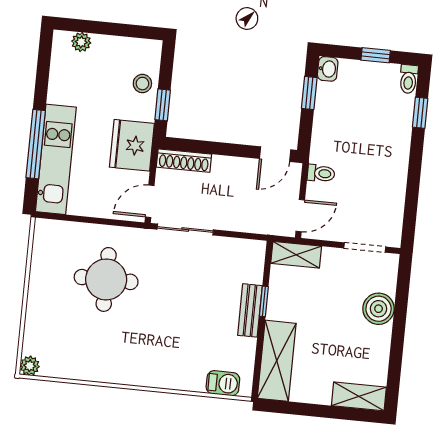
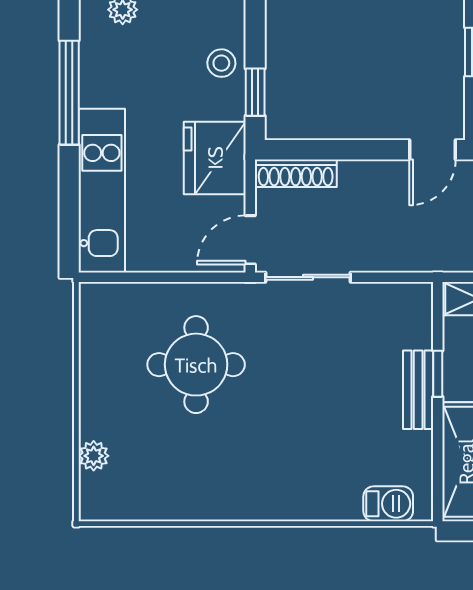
window: (36, 144) -> (69, 93), moved
plant: (30, 366) -> (94, 456), moved

